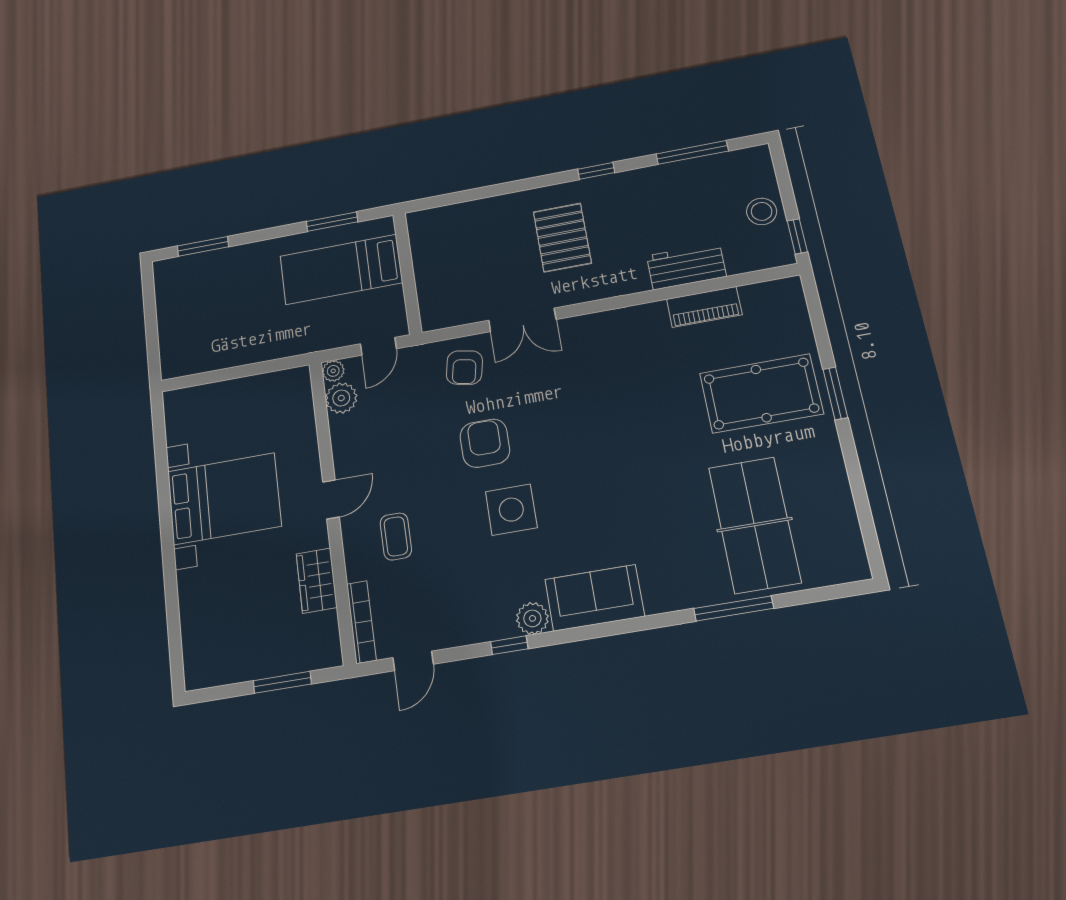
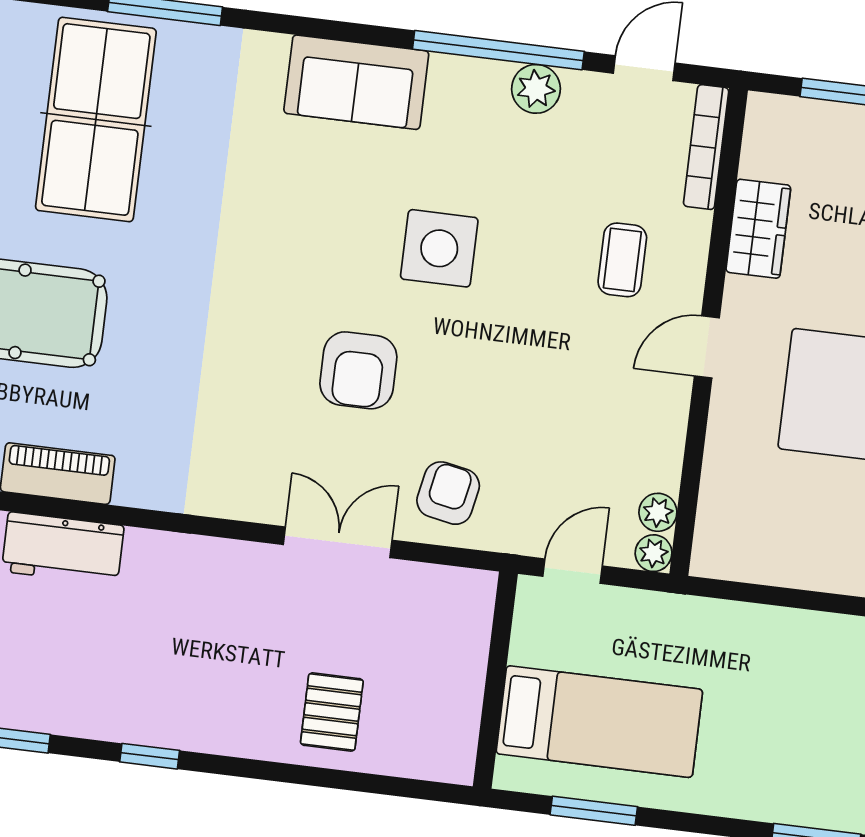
pallet: (562, 237) -> (332, 712), moved, width x0.67, depth x0.71
plant: (341, 398) -> (658, 512), width x0.73, depth x0.73
armchair: (485, 443) -> (358, 370), moved
plant: (532, 618) -> (536, 89), moved
window: (509, 645) -> (498, 50), width x3.17

